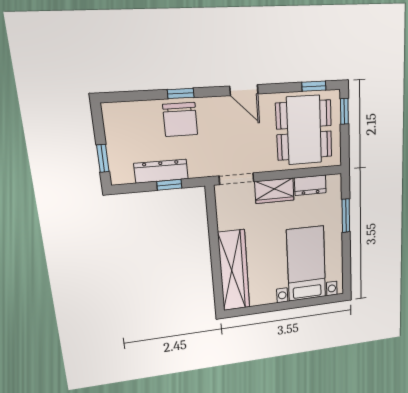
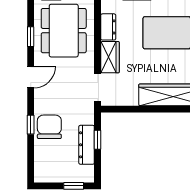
window: (314, 86) -> (31, 37), moved
chair: (180, 119) -> (49, 127), turned -90
dining table: (304, 130) -> (64, 31), turned 90

